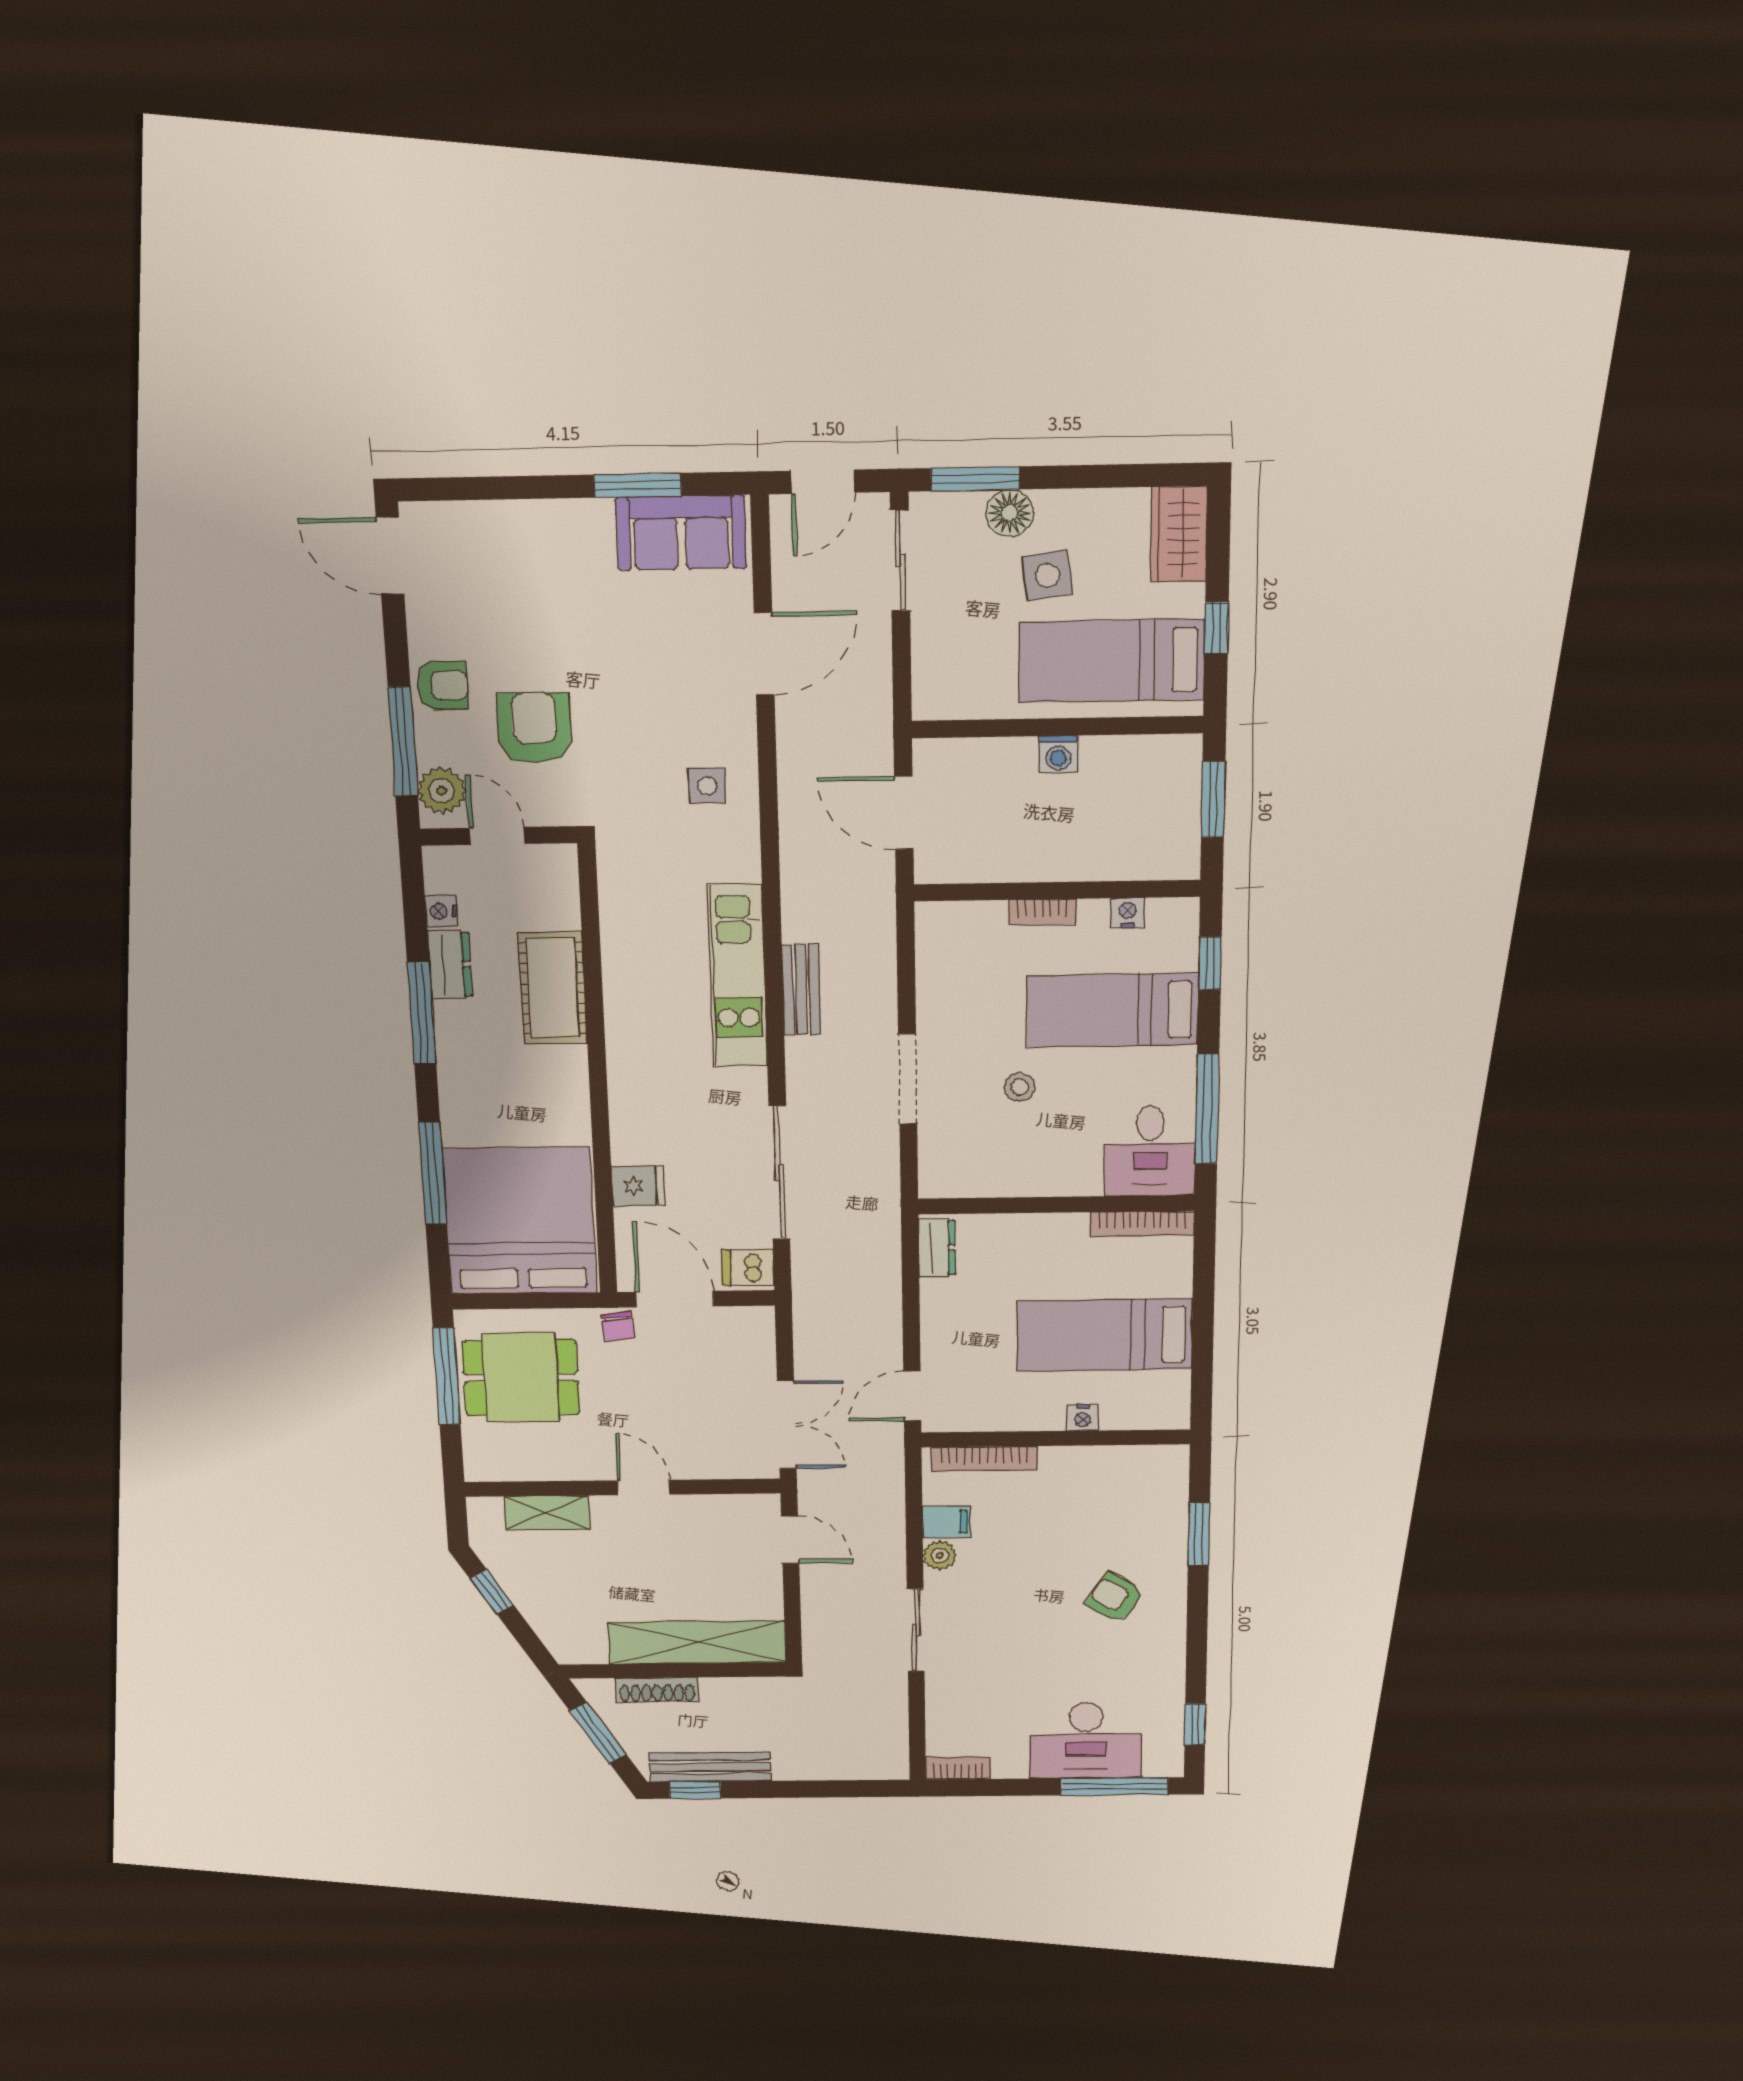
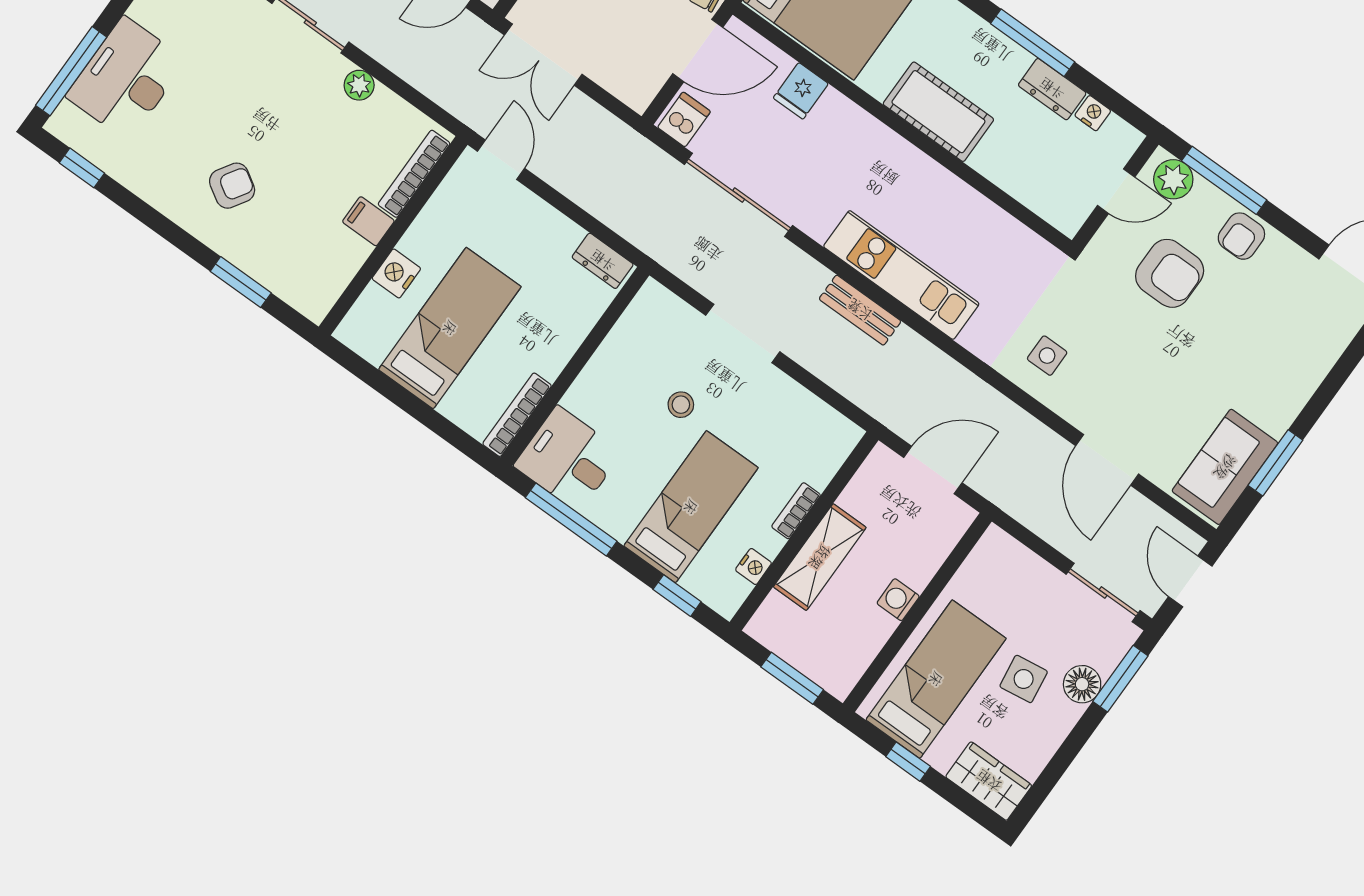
shelving: (1072, 858) -> (820, 557), added
cot: (553, 988) -> (938, 112), moved
nightstand: (1083, 1418) -> (396, 274), width x1.39, depth x1.35
filing cabinet: (946, 1522) -> (368, 221), moved, turned 90

